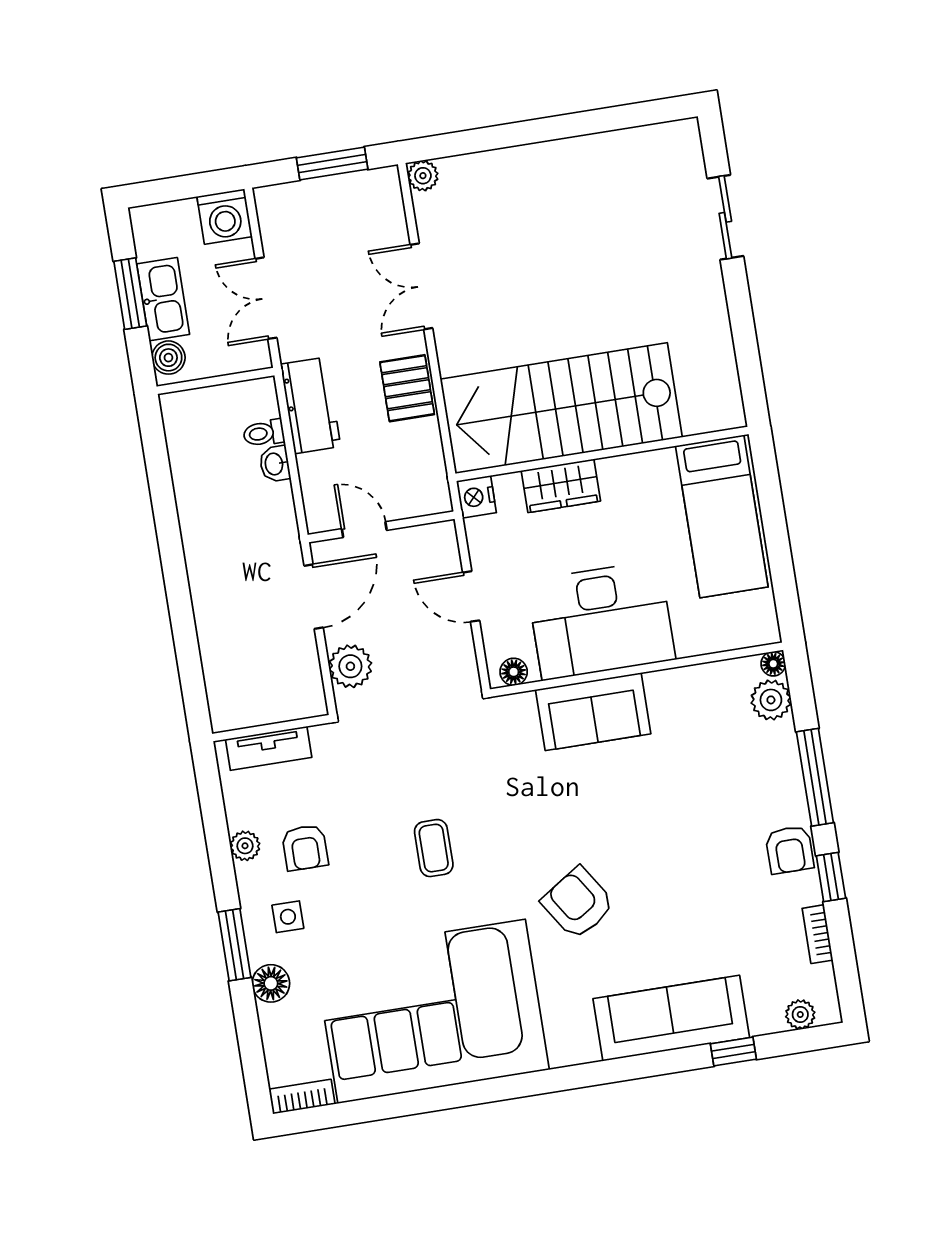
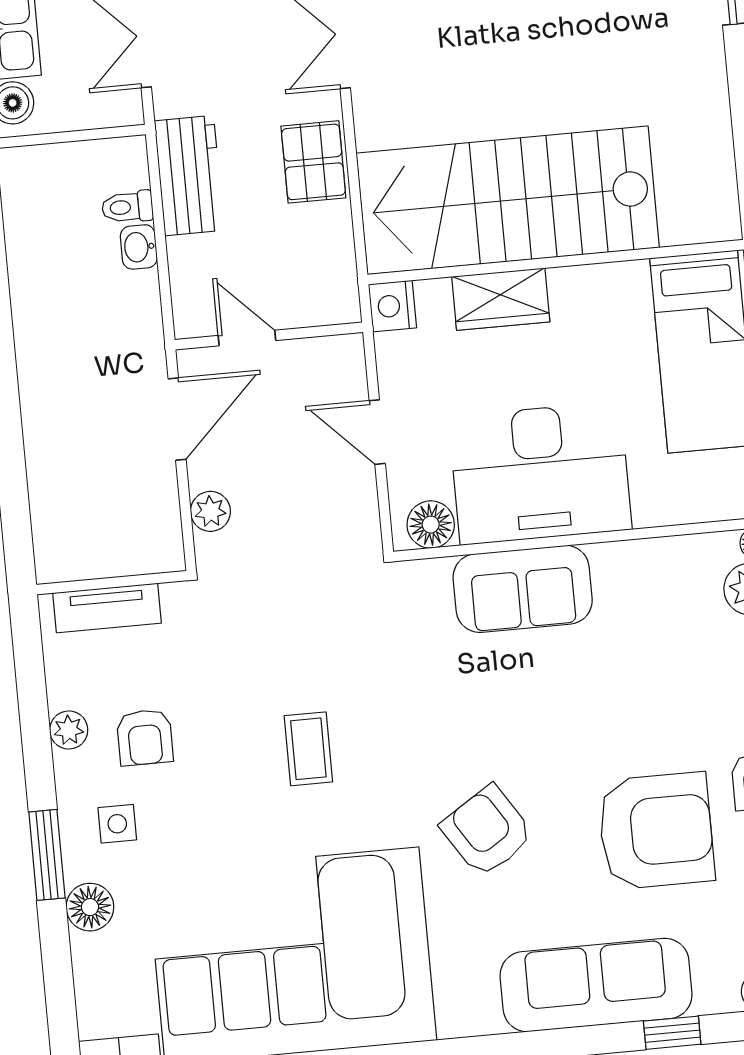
plant: (350, 666) -> (210, 511), width x0.73, depth x0.73
floor lamp: (514, 672) -> (431, 525), width x1.37, depth x1.37
armchair: (710, 894) -> (656, 831), added

